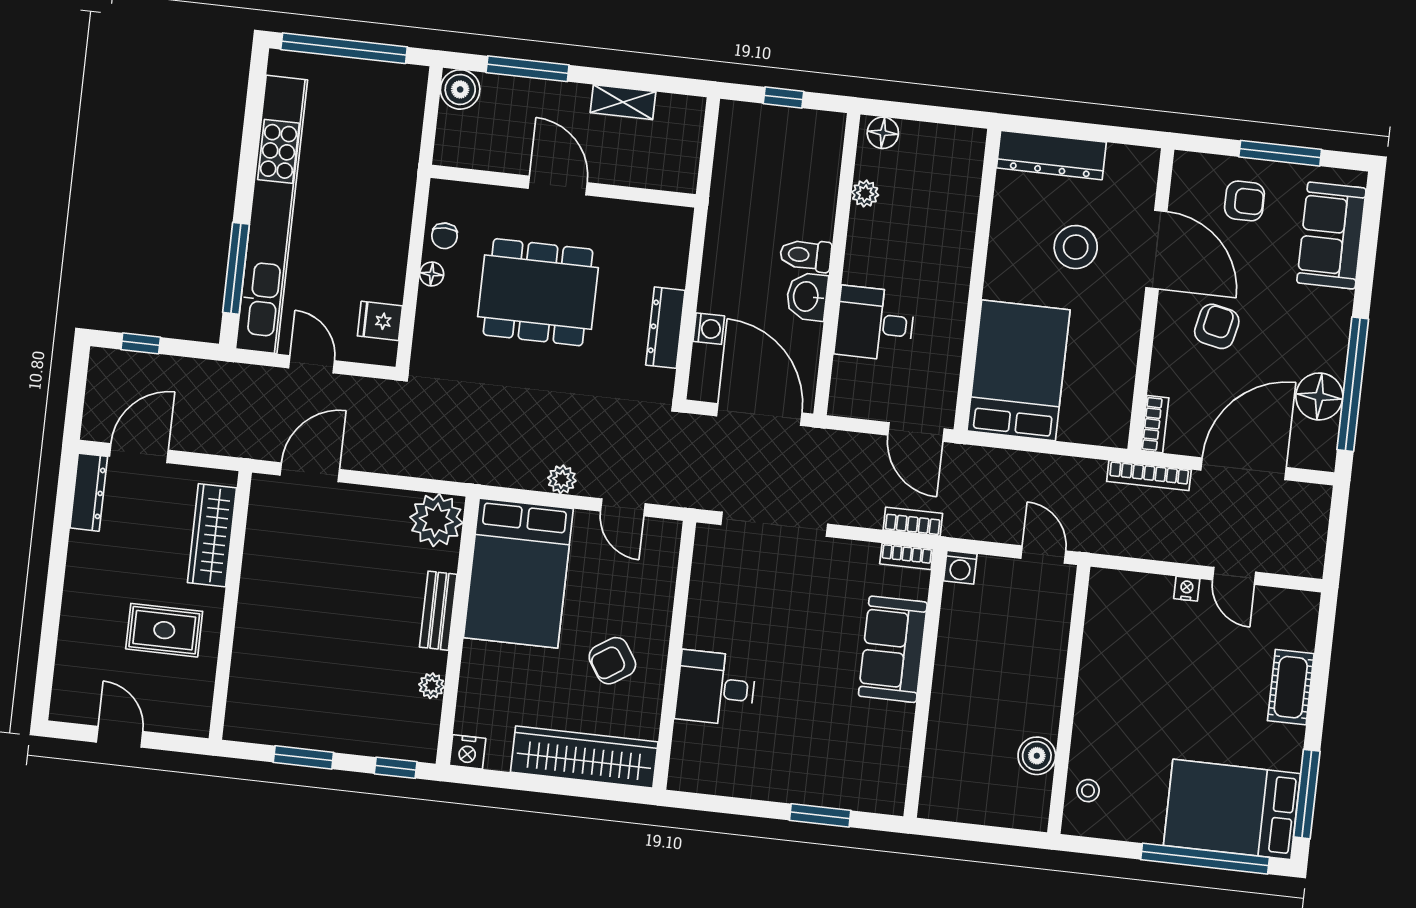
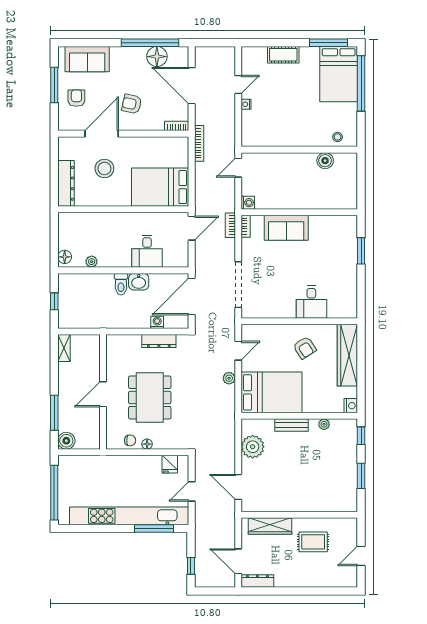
shelving: (623, 102) -> (64, 348), moved
bookcase: (1149, 476) -> (199, 143), moved
plant: (436, 520) -> (253, 447), moved
rug: (164, 630) -> (313, 542), turned 90

